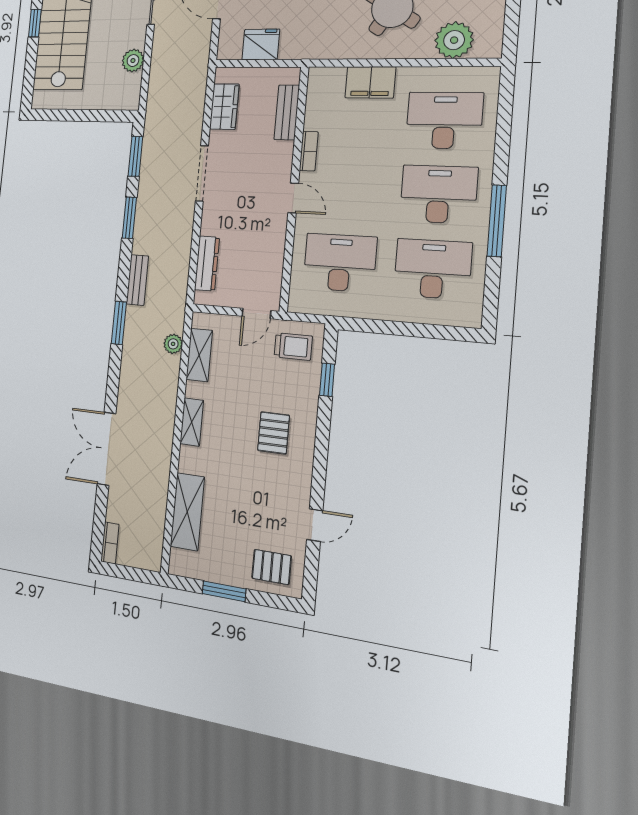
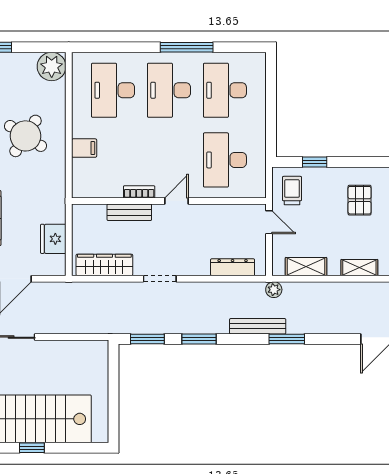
plant: (454, 40) -> (52, 66), moved
plant: (133, 61) -> (66, 350), removed
filing cabinet: (370, 82) -> (84, 148), width x0.50
wardrobe: (224, 107) -> (104, 265), width x1.50
bench: (287, 112) -> (129, 212), moved
doorway: (202, 173) -> (160, 279), width x0.73
bench: (137, 280) -> (258, 326), width x1.36
plant: (173, 344) -> (274, 290), moved
pallet: (273, 433) -> (360, 200), turned 90

